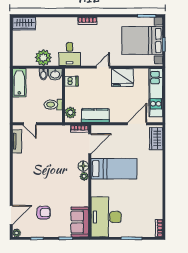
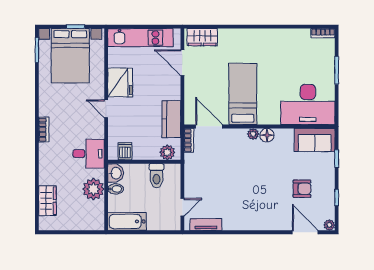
wardrobe: (24, 24) -> (47, 201), moved
floor lamp: (83, 166) -> (267, 135), moved
armchair: (44, 213) -> (302, 189), turned 90

